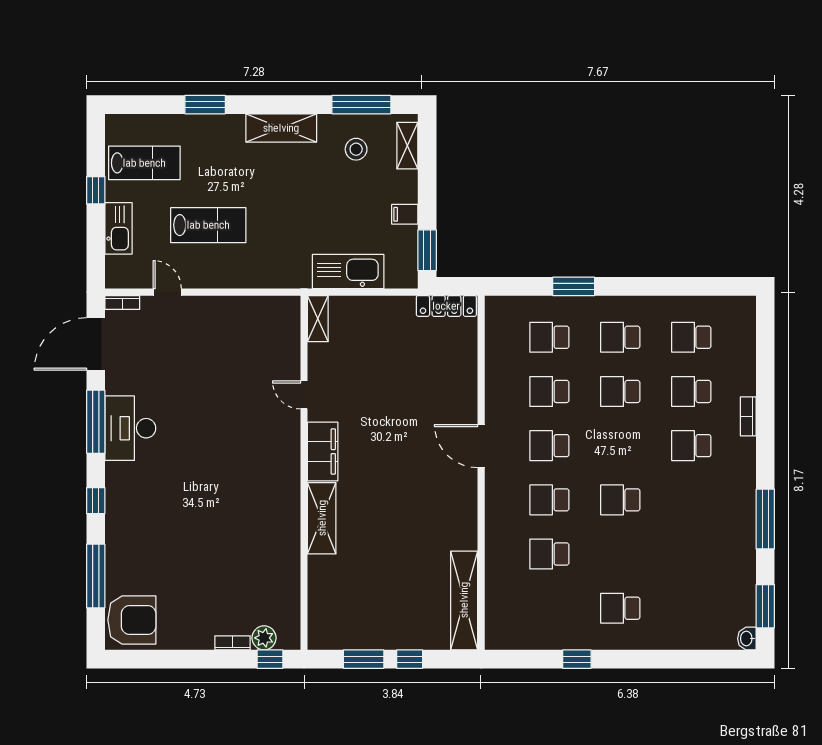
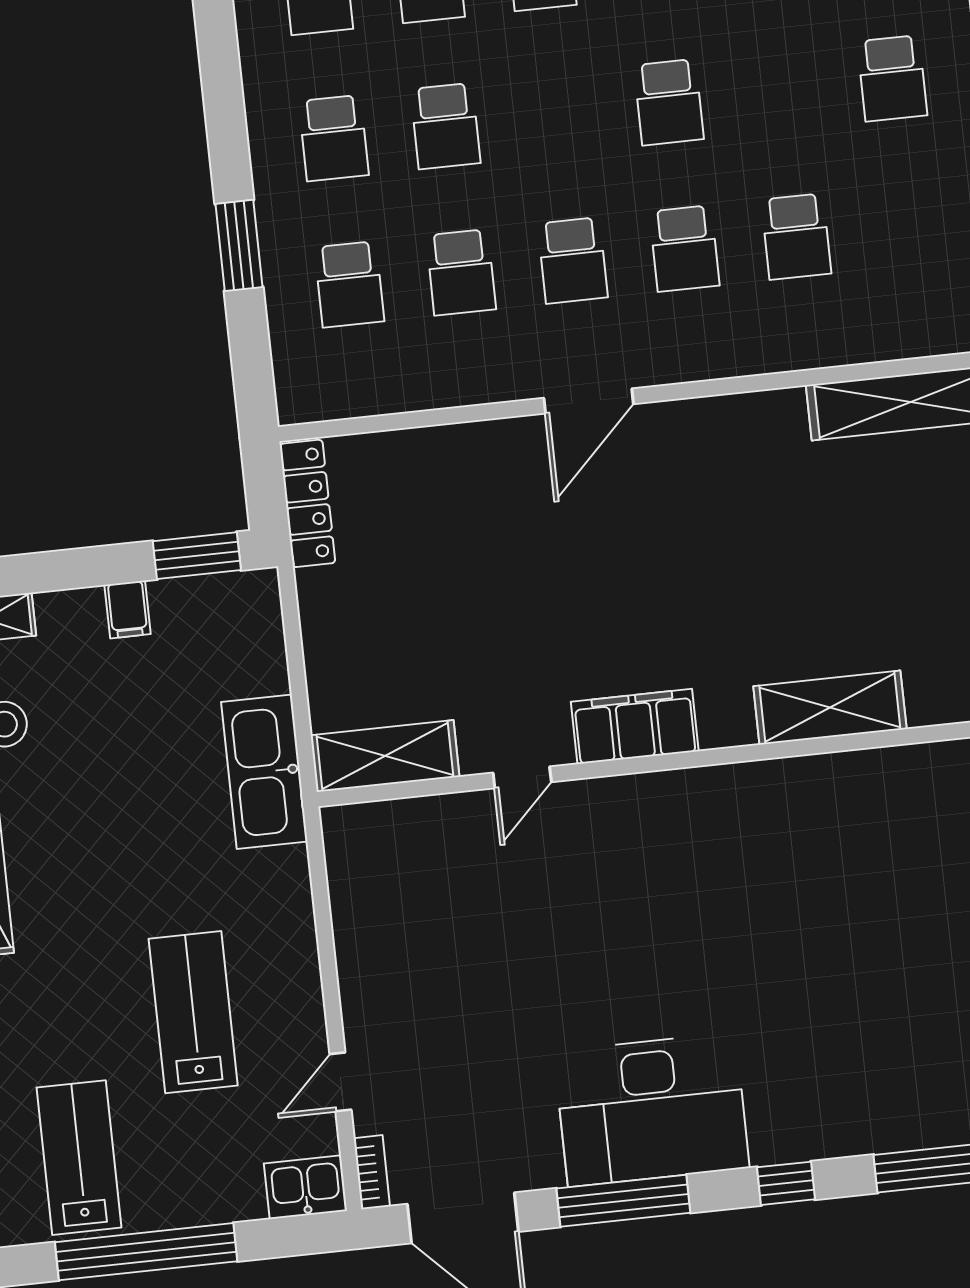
window: (96, 190) -> (146, 1252), width x3.17
kitchen sink: (119, 228) -> (306, 1187), moved, width x0.73
kitchen sink: (348, 272) -> (264, 772), moved
shelving: (318, 319) -> (385, 756), width x1.50, depth x1.33
desk: (130, 428) -> (652, 1110), width x1.36, depth x1.30
shelving: (322, 518) -> (830, 708), moved

